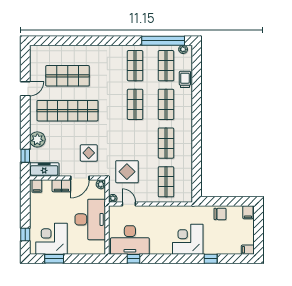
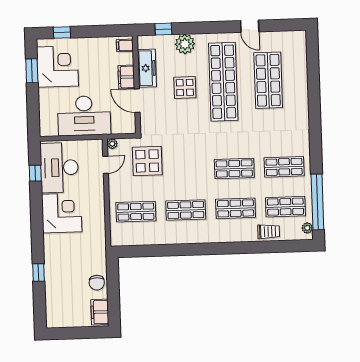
display table: (89, 153) -> (185, 87), moved
freezer: (44, 170) -> (147, 68), moved
plant: (101, 184) -> (130, 128), removed
filing cabinet: (248, 212) -> (100, 312), width x2.00
corner desk: (188, 239) -> (62, 213), moved
filing cabinet: (248, 250) -> (52, 320), removed

